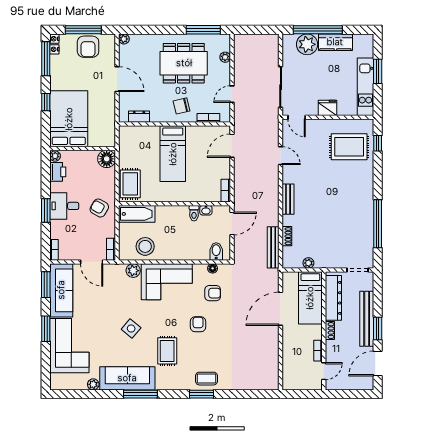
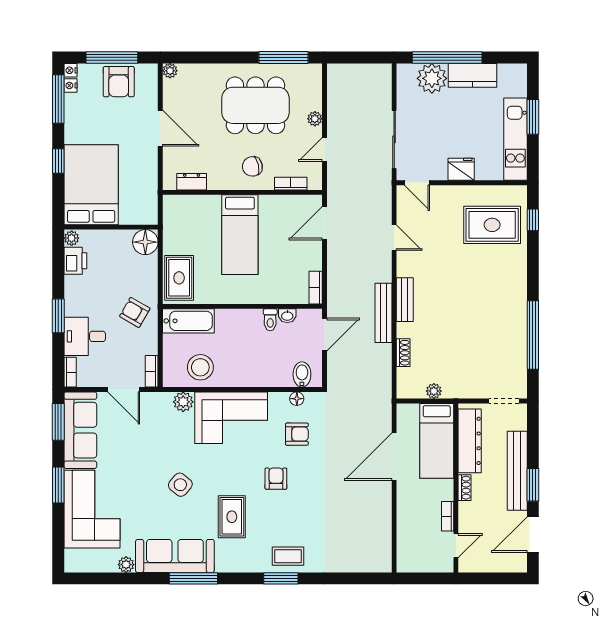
plant: (225, 57) -> (315, 119), moved
desk: (64, 206) -> (85, 336), moved
bench: (273, 247) -> (383, 313), moved

